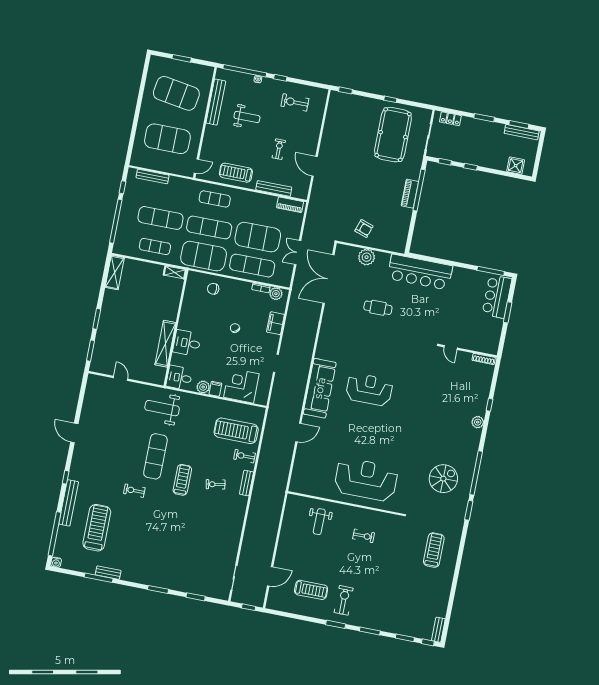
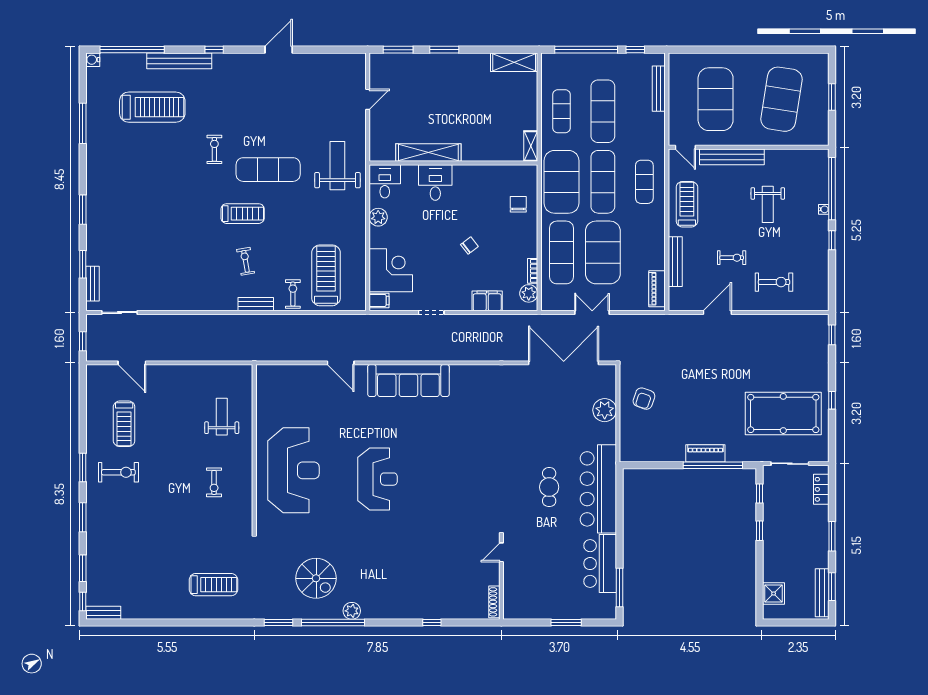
bench: (216, 102) -> (732, 157), moved
exercise bike: (295, 102) -> (774, 282), moved, turned 90
bar counter: (497, 297) -> (600, 564), moved, turned -90
cafe table: (378, 308) -> (549, 487), moved
filing cabinet: (215, 389) -> (379, 300), moved
reception desk: (369, 389) -> (377, 479), moved
plant: (478, 422) -> (352, 611), moved
weight bench: (319, 522) -> (222, 417), turned 90
bench: (108, 573) -> (93, 284), moved

